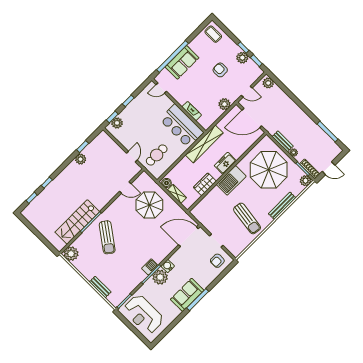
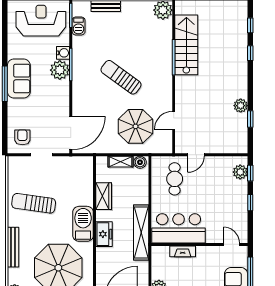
door: (161, 88) -> (232, 244), hinge flipped
door: (132, 157) -> (196, 155), hinge flipped
sun lounger: (107, 237) -> (121, 77), moved
water cooler: (168, 266) -> (63, 53), moved
barbecue: (150, 267) -> (79, 26), moved

